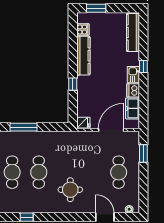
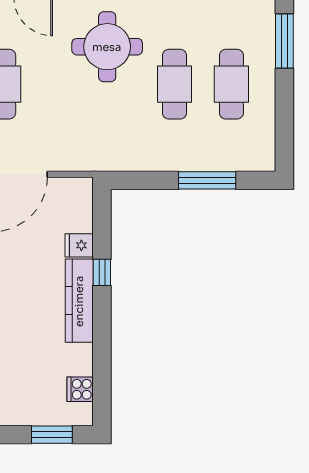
kitchen counter: (83, 56) -> (79, 301), moved
fridge: (83, 123) -> (79, 245), moved
round table: (70, 190) -> (107, 47), width x1.36, depth x1.36

